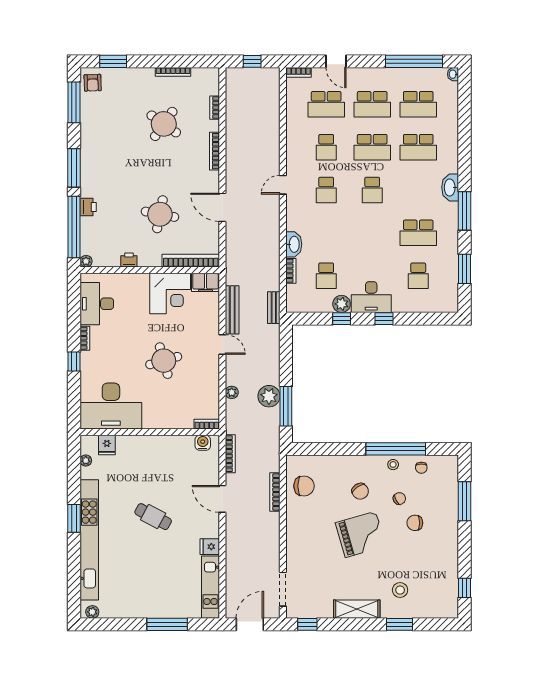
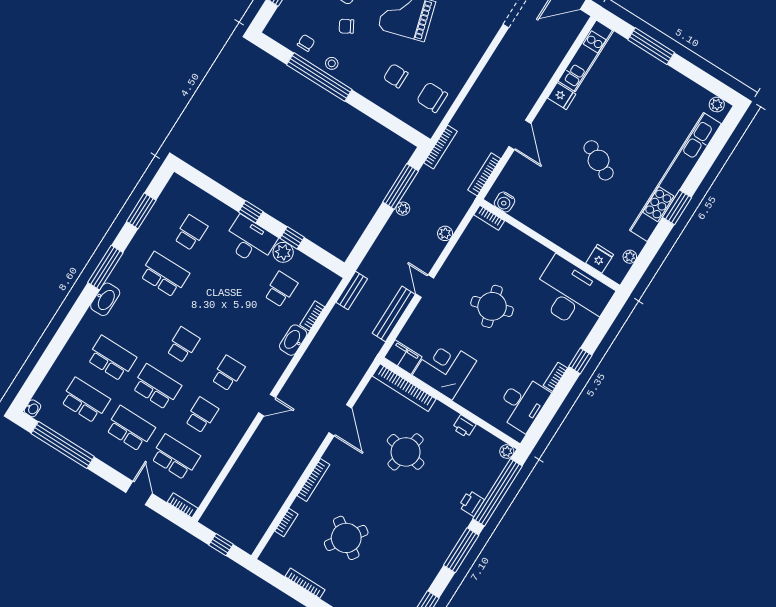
plant: (269, 396) -> (403, 209), width x0.53, depth x0.53
chair: (360, 491) -> (396, 76), moved, turned -54
bookcase: (275, 492) -> (441, 147), moved

